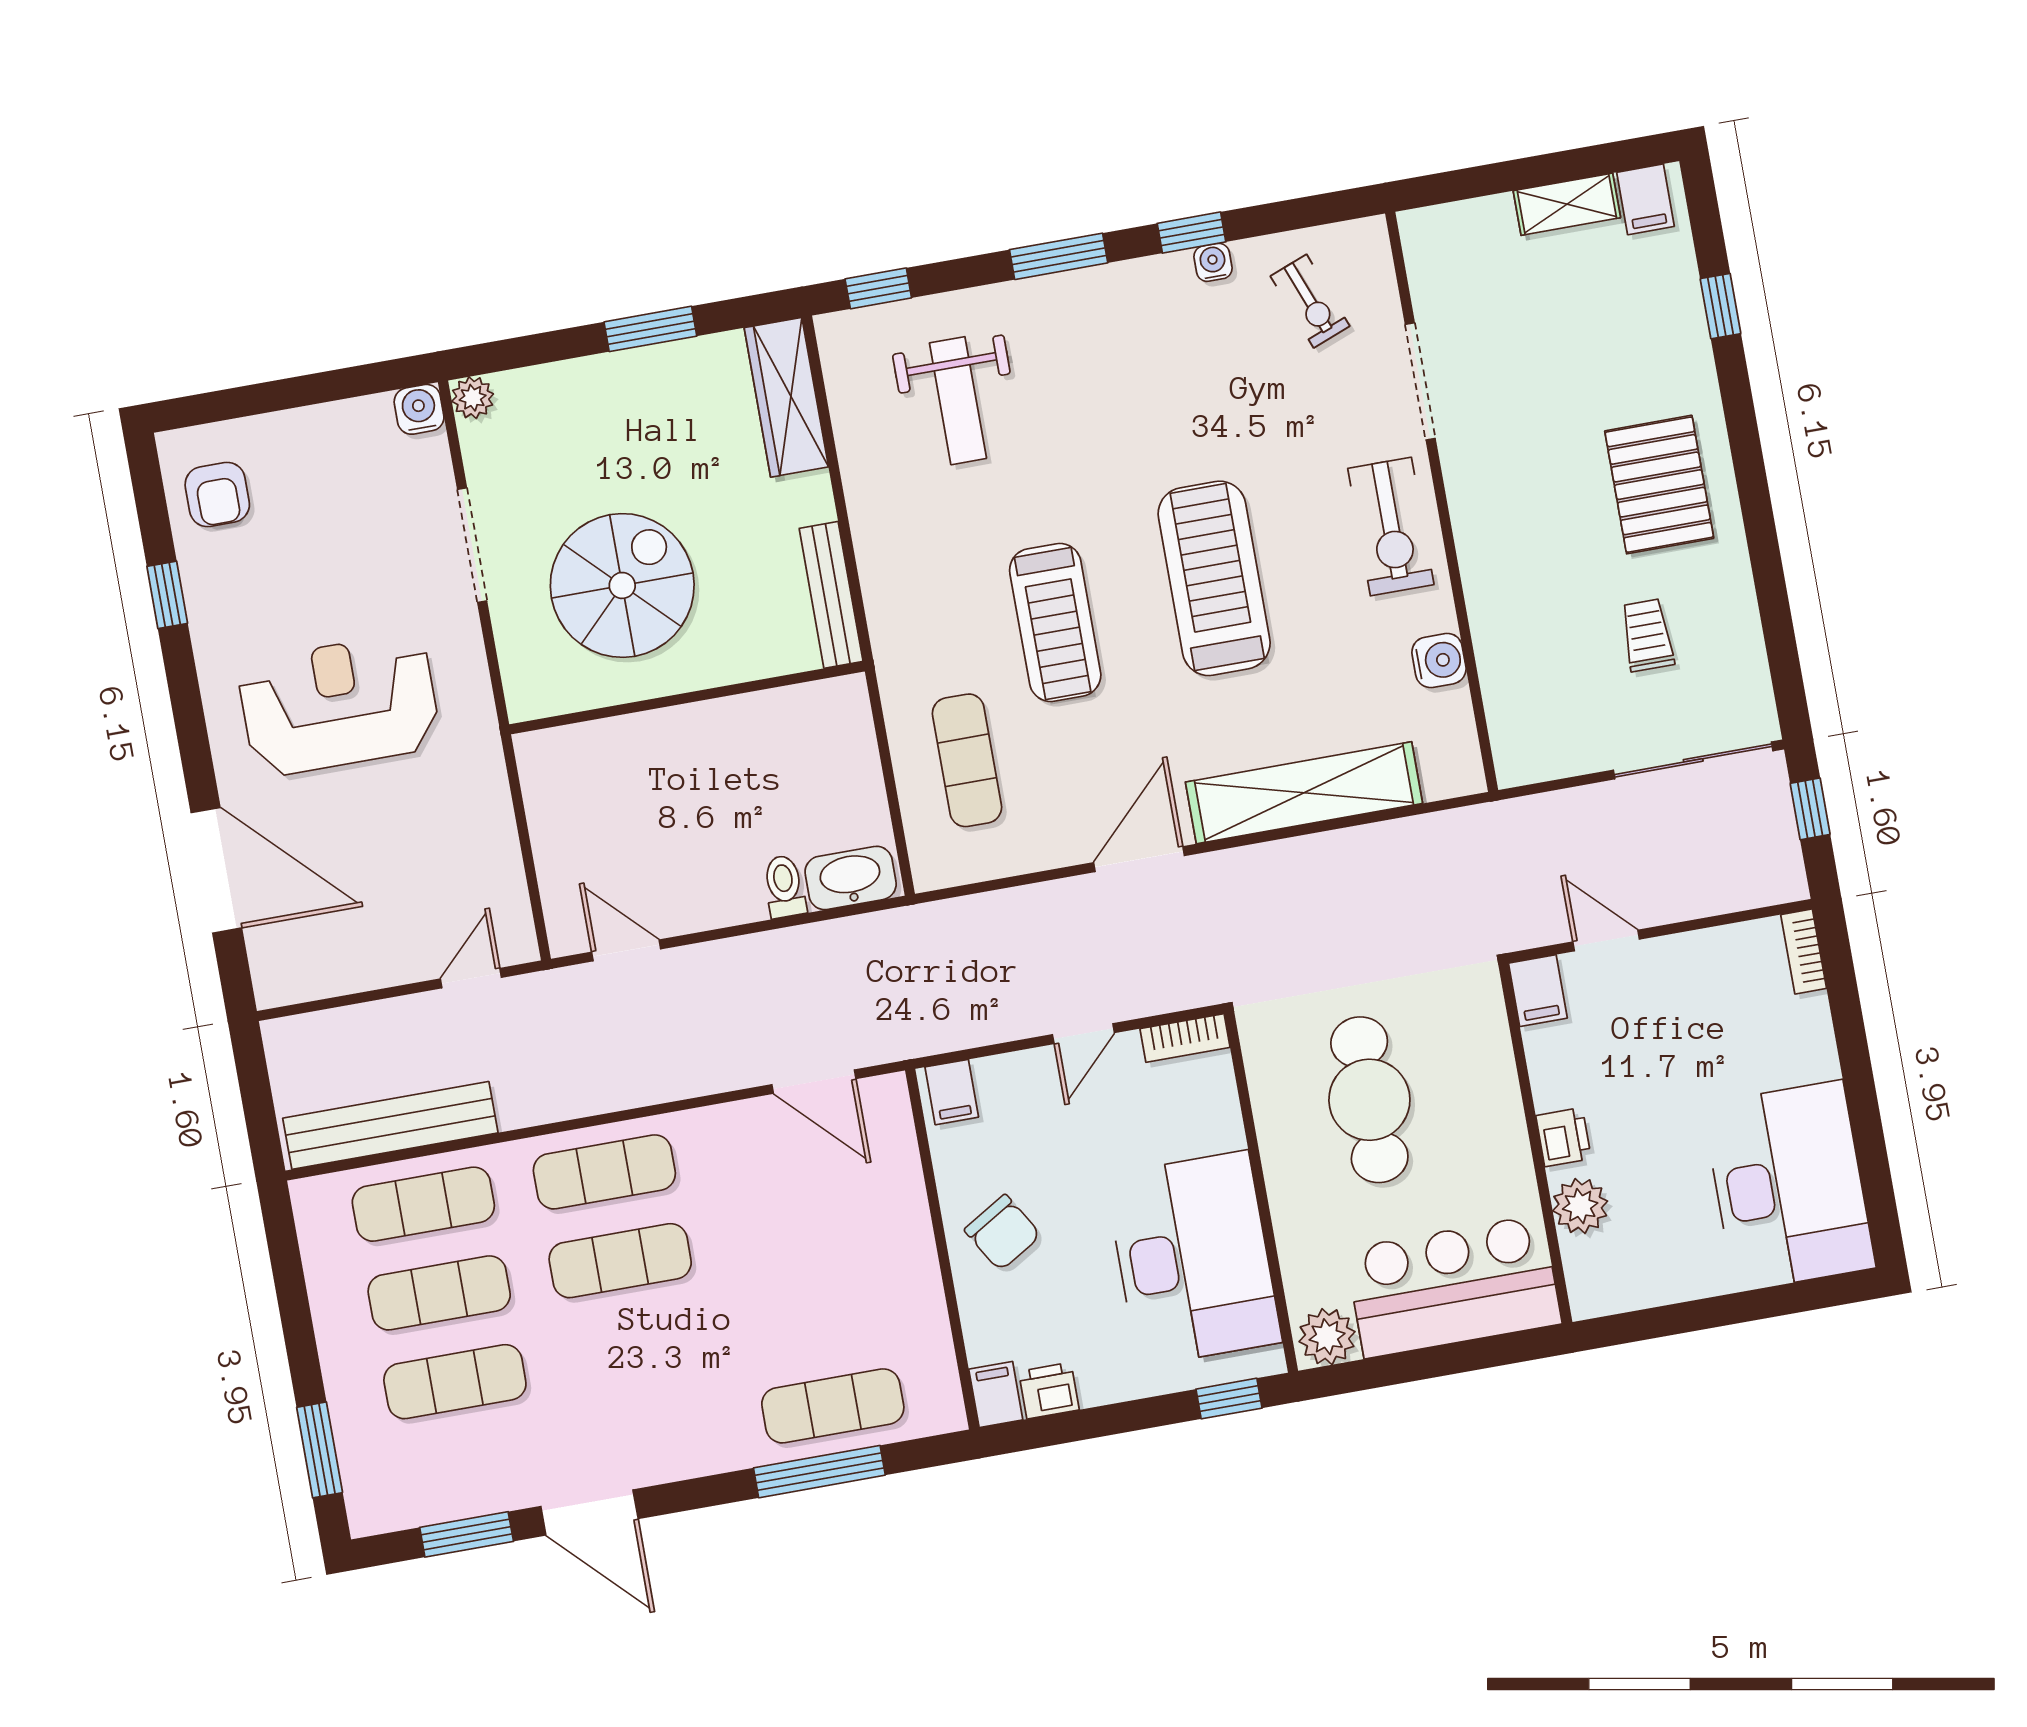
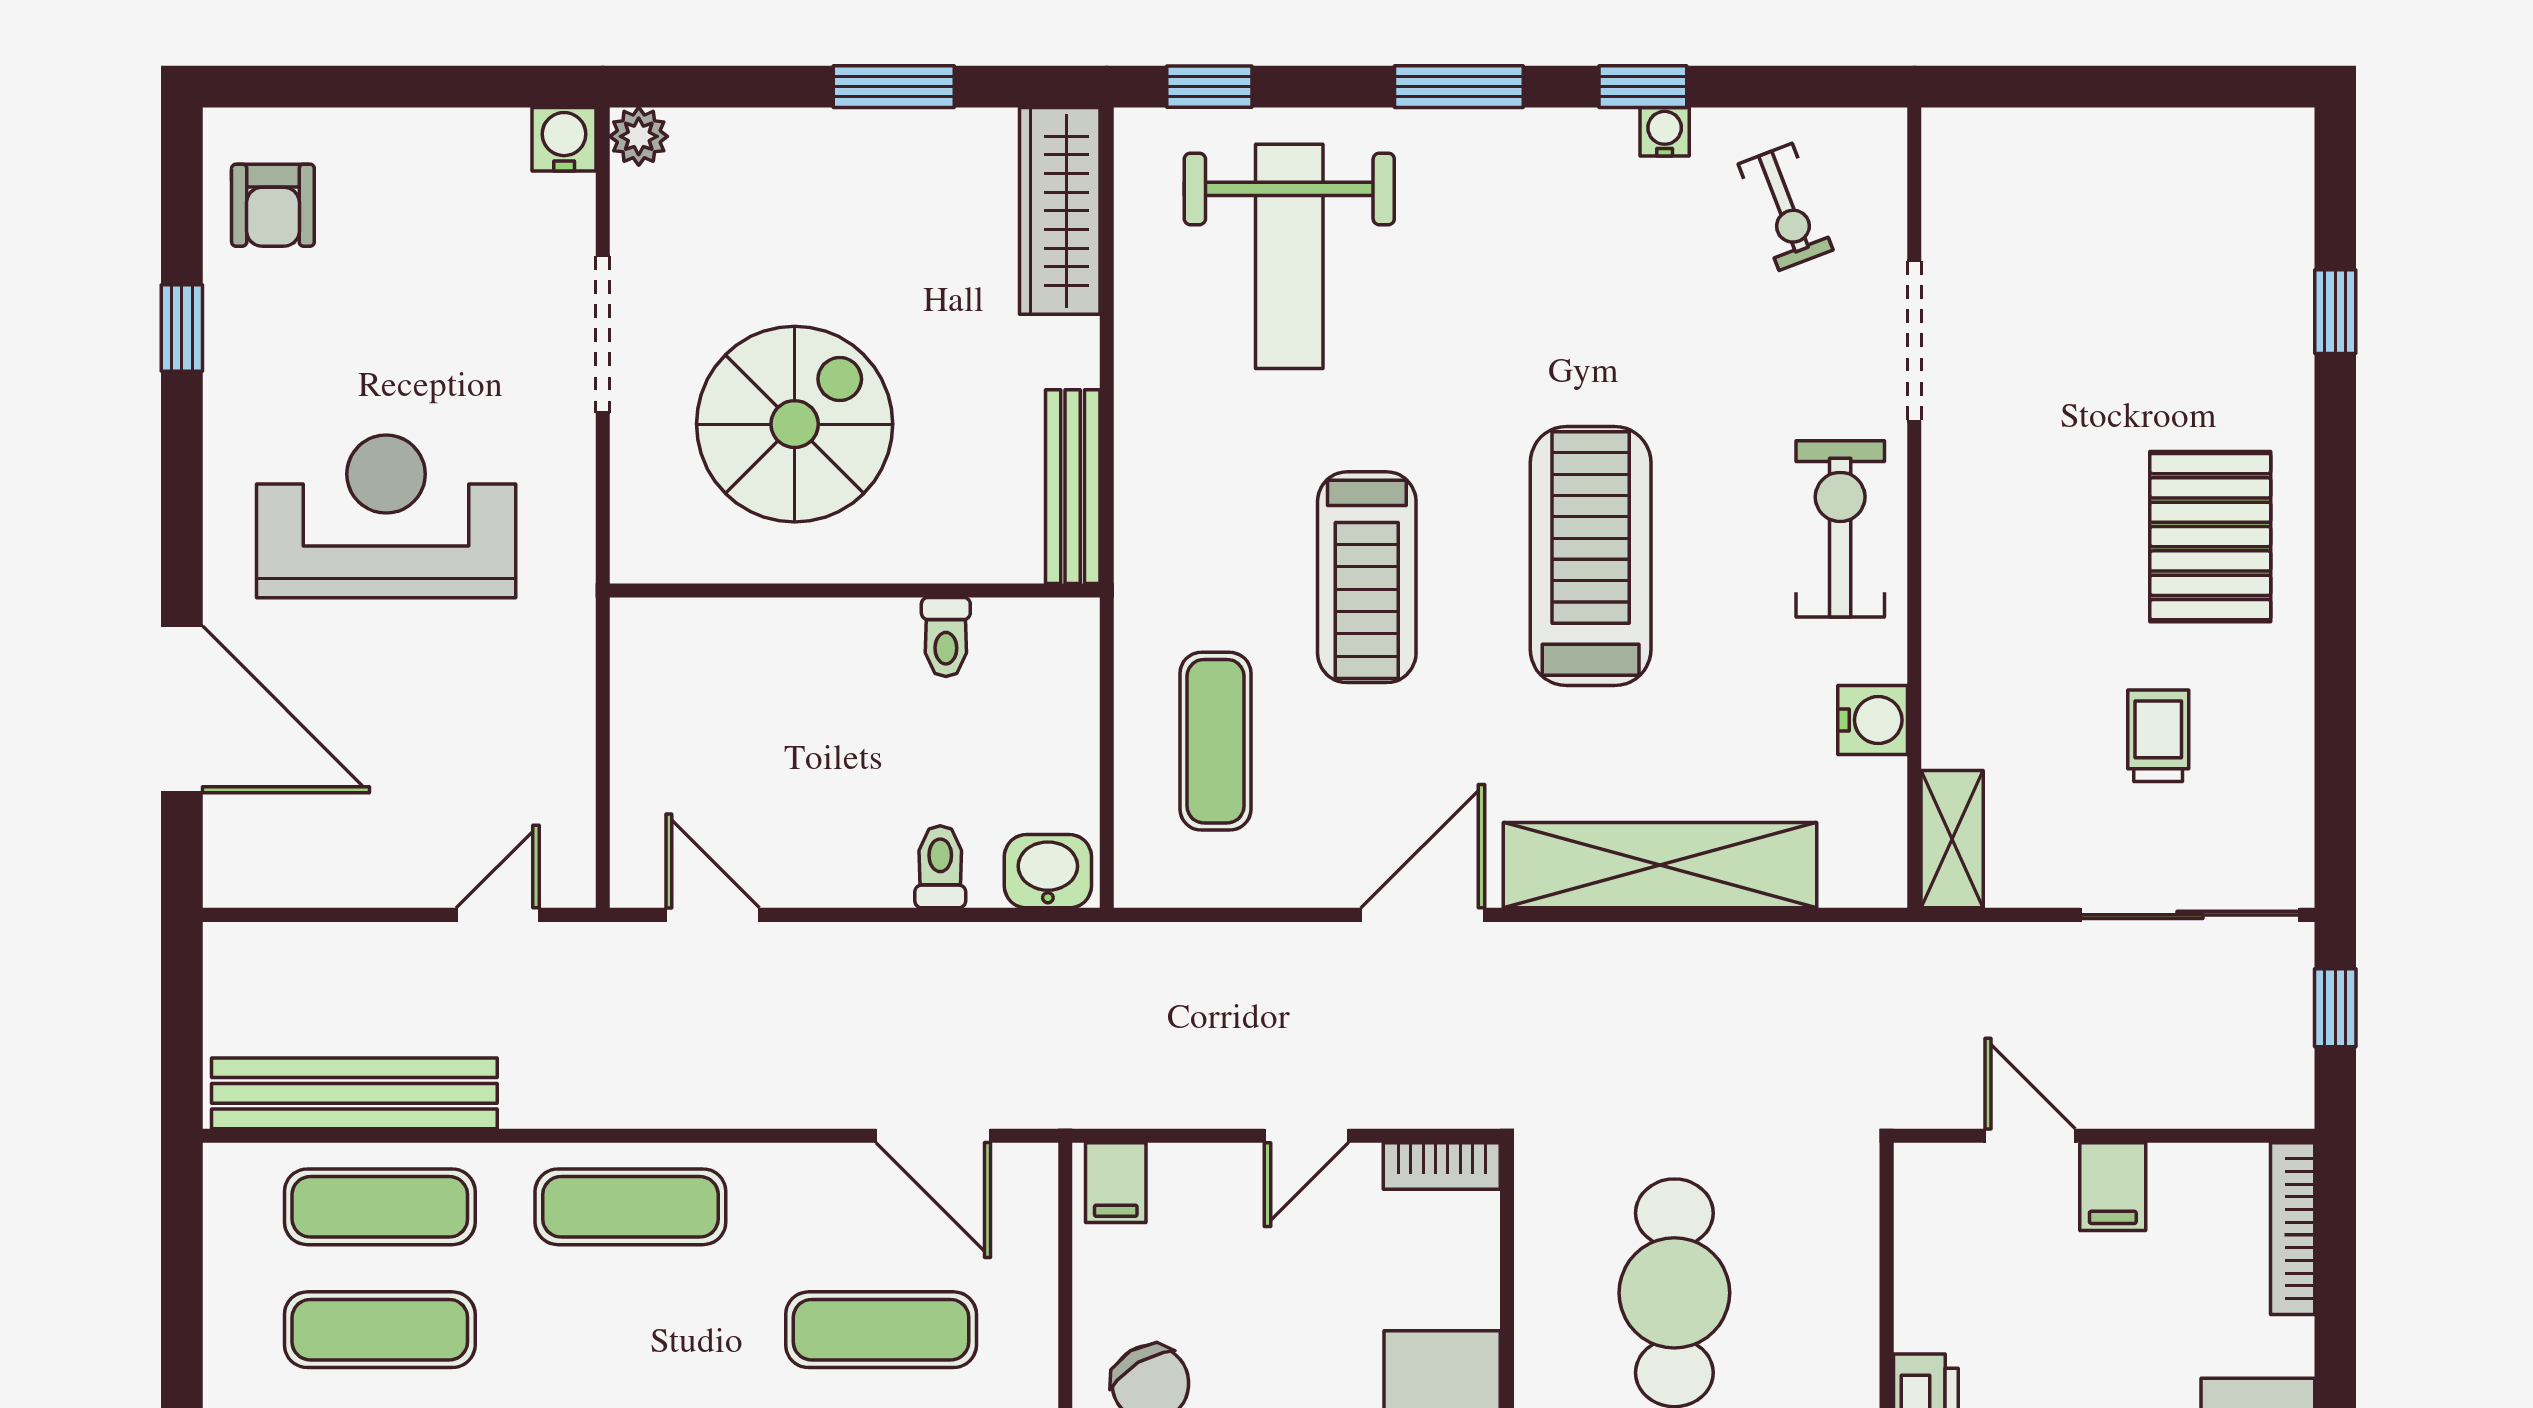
filing cabinet: (1646, 199) -> (2260, 151), removed
shelving: (1567, 204) -> (1952, 839), moved, turned 90
weight bench: (958, 401) -> (1289, 256), width x1.36, depth x1.33
exercise bike: (1391, 527) -> (1840, 529), turned 180
toilet: (759, 720) -> (946, 637), added
washbasin: (851, 878) -> (1048, 871), width x0.72
bookcase: (1804, 951) -> (2293, 1229), width x1.56
filing cabinet: (1538, 991) -> (2113, 1187), moved
exercise mat: (620, 1261) -> (881, 1330), moved

